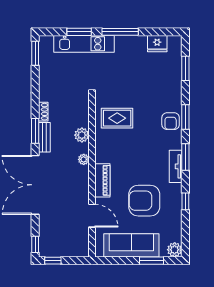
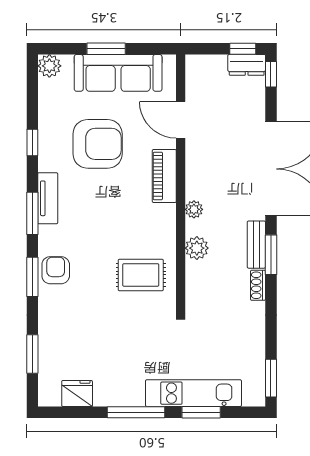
dresser: (50, 250) -> (247, 65), added
window: (151, 261) -> (106, 49), moved

